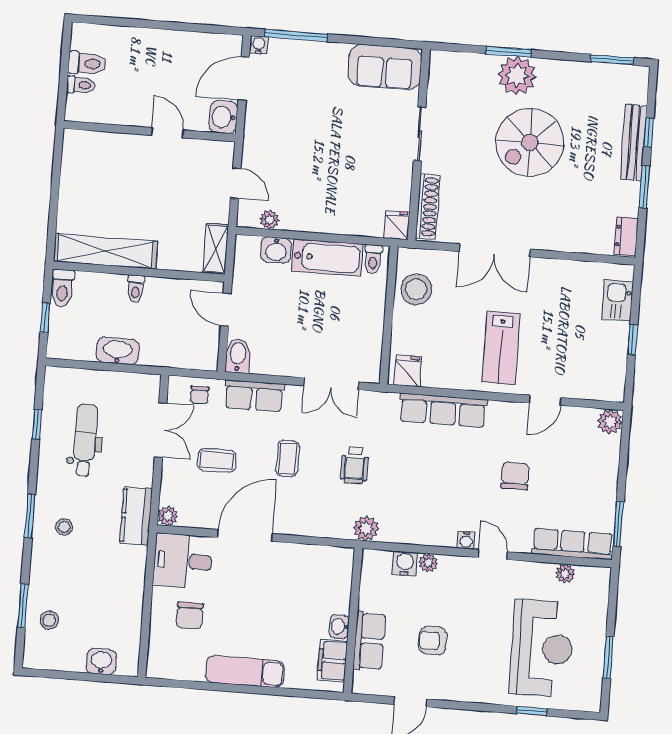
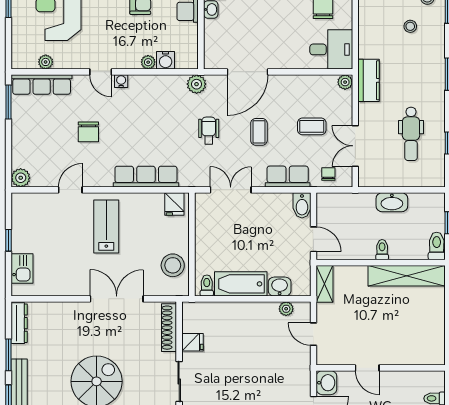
fridge: (397, 225) -> (192, 342), moved, turned -90
dresser: (626, 236) -> (19, 323), width x1.44
stool: (64, 527) -> (410, 26), moved
door: (245, 536) -> (248, 72), moved

